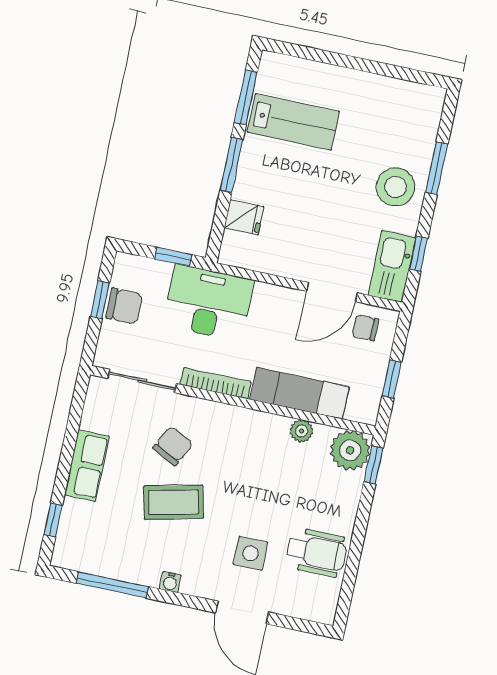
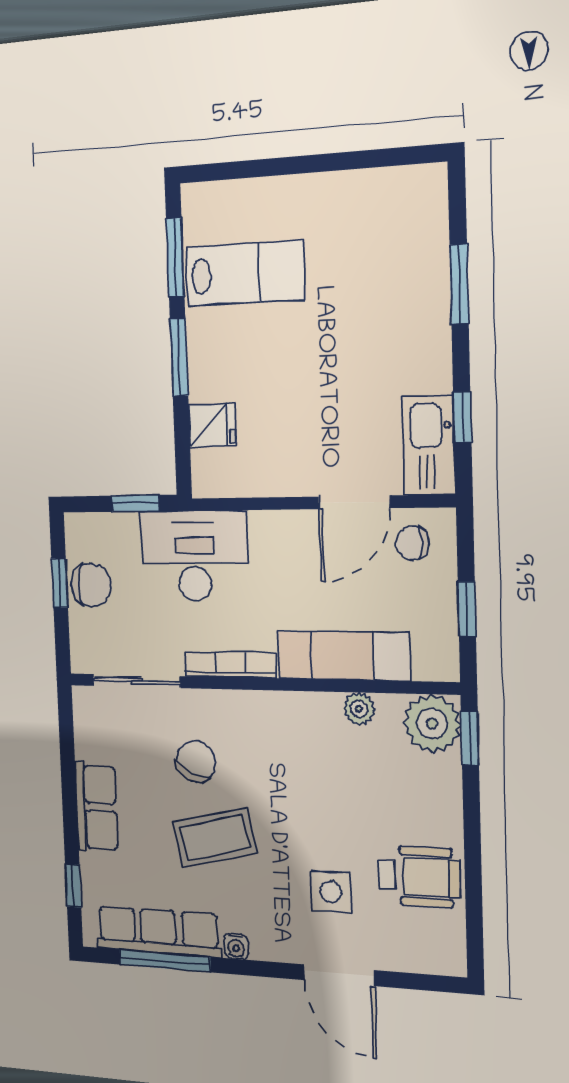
stool: (395, 187) -> (407, 328), removed
row of seats: (113, 563) -> (158, 931), added

